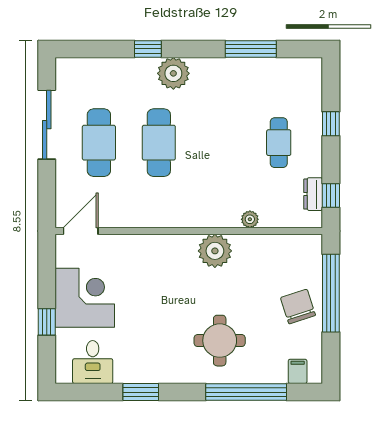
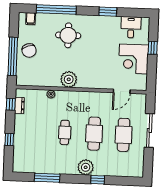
sliding door: (47, 125) -> (149, 131), moved
cafe table: (279, 143) -> (65, 132), moved
door: (81, 231) -> (122, 91), moved

